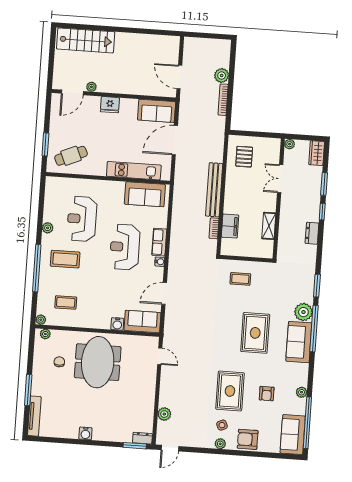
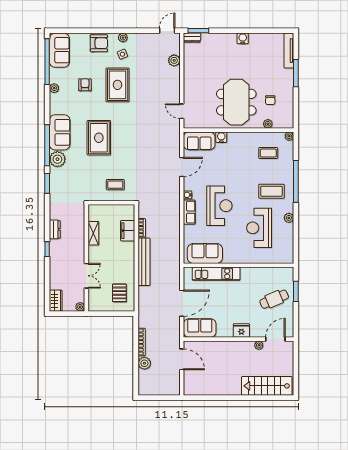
cafe table: (71, 156) -> (274, 299), moved
window: (324, 184) -> (47, 274), removed
reception desk: (82, 219) -> (259, 228), turned 180
plant: (45, 334) -> (268, 124), moved

